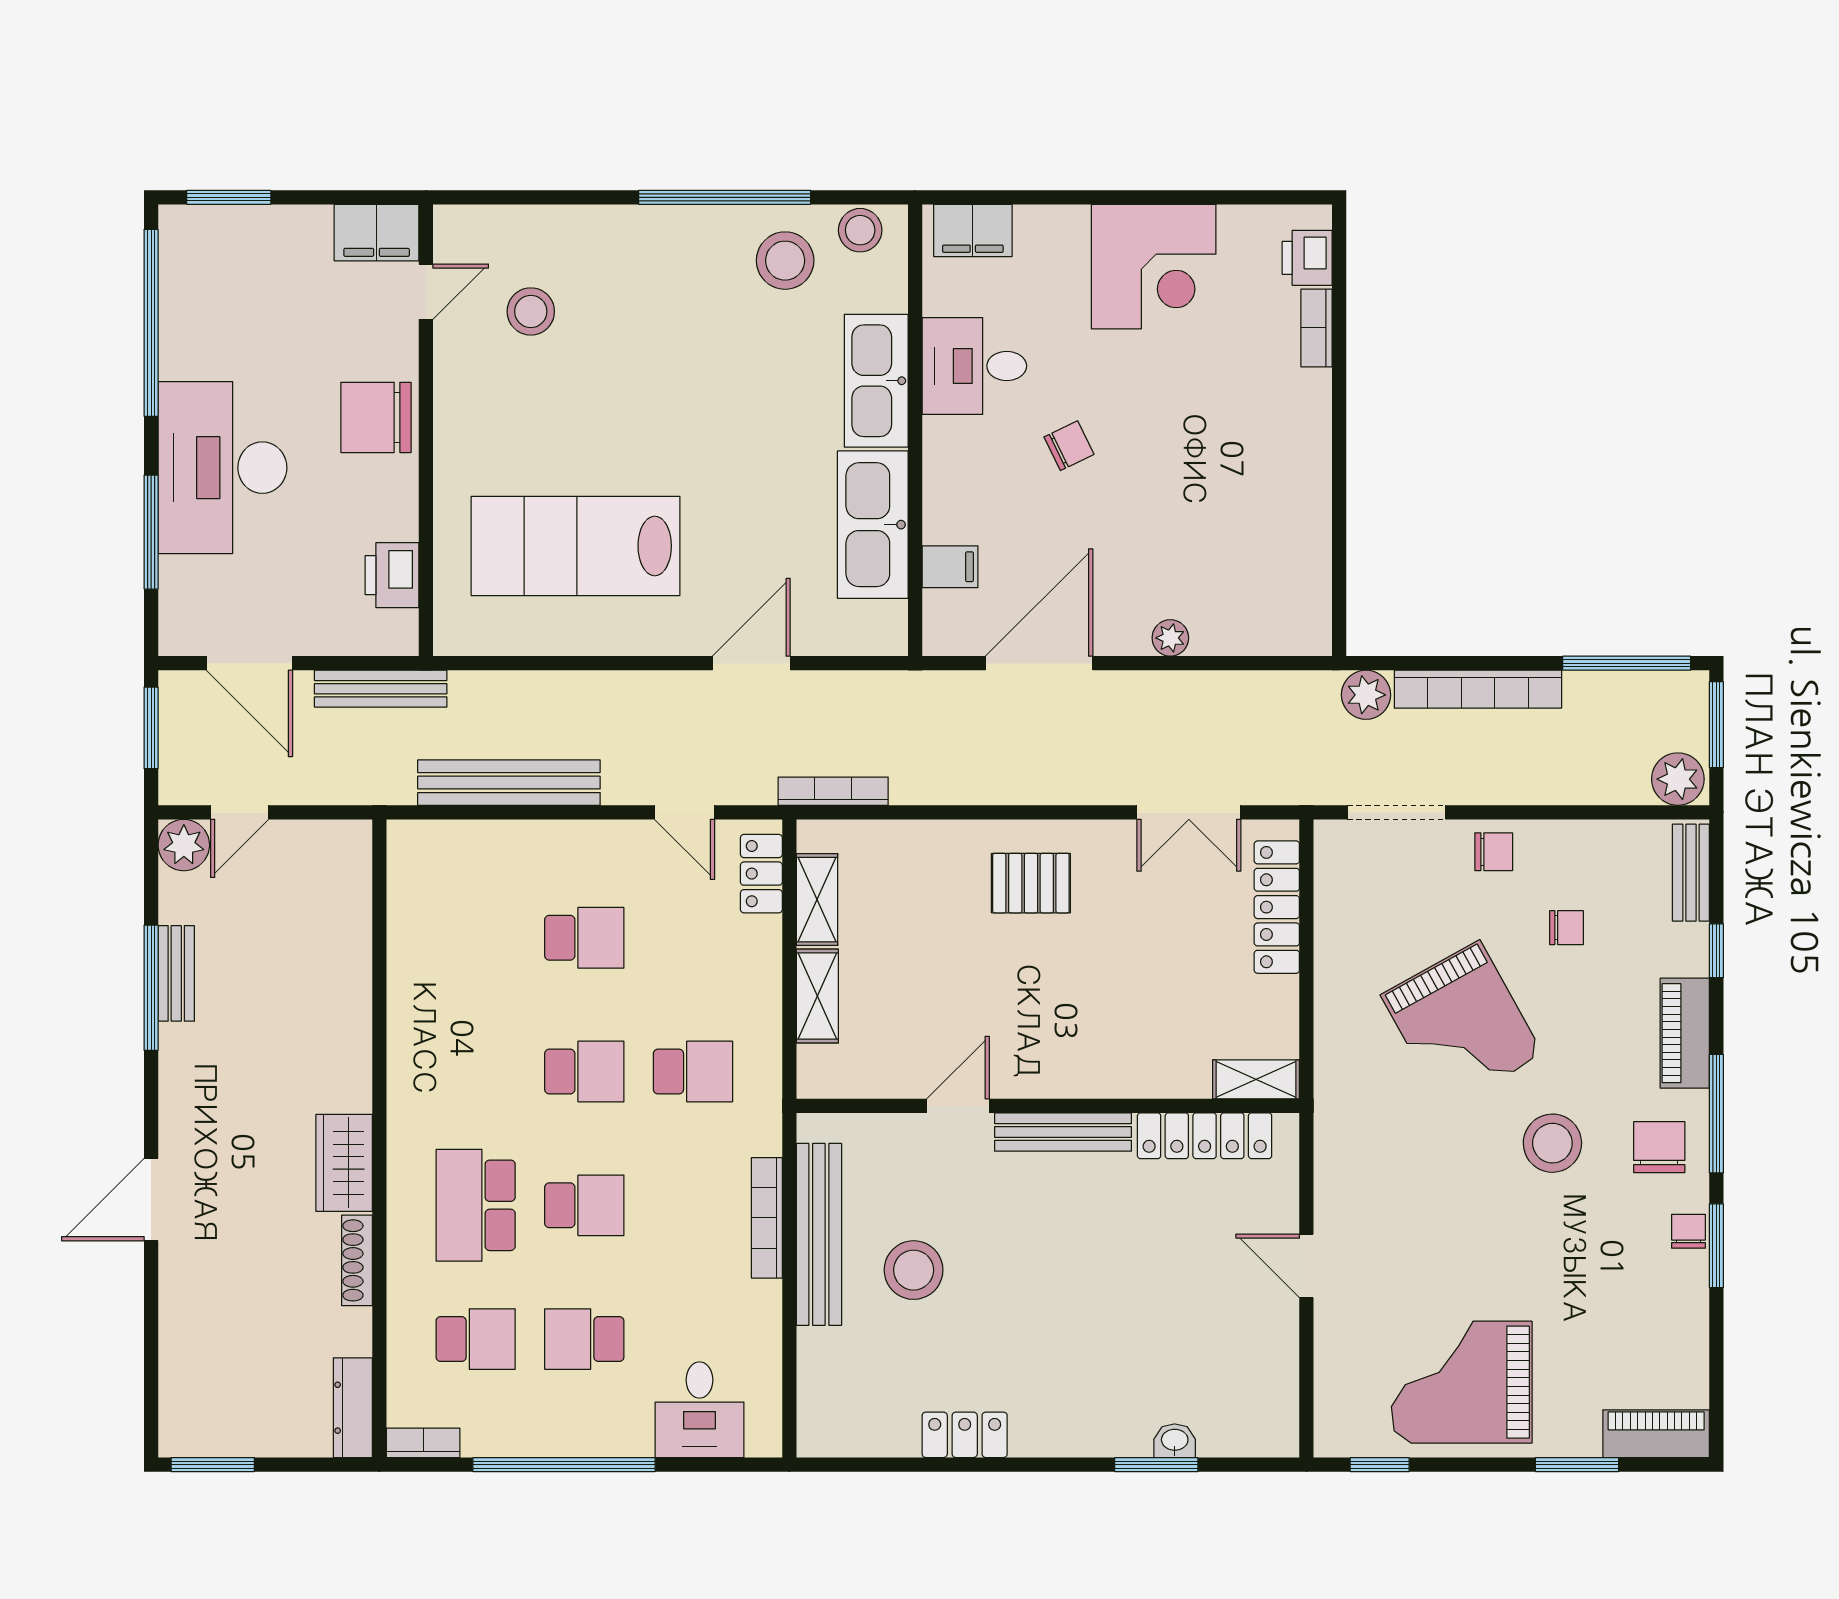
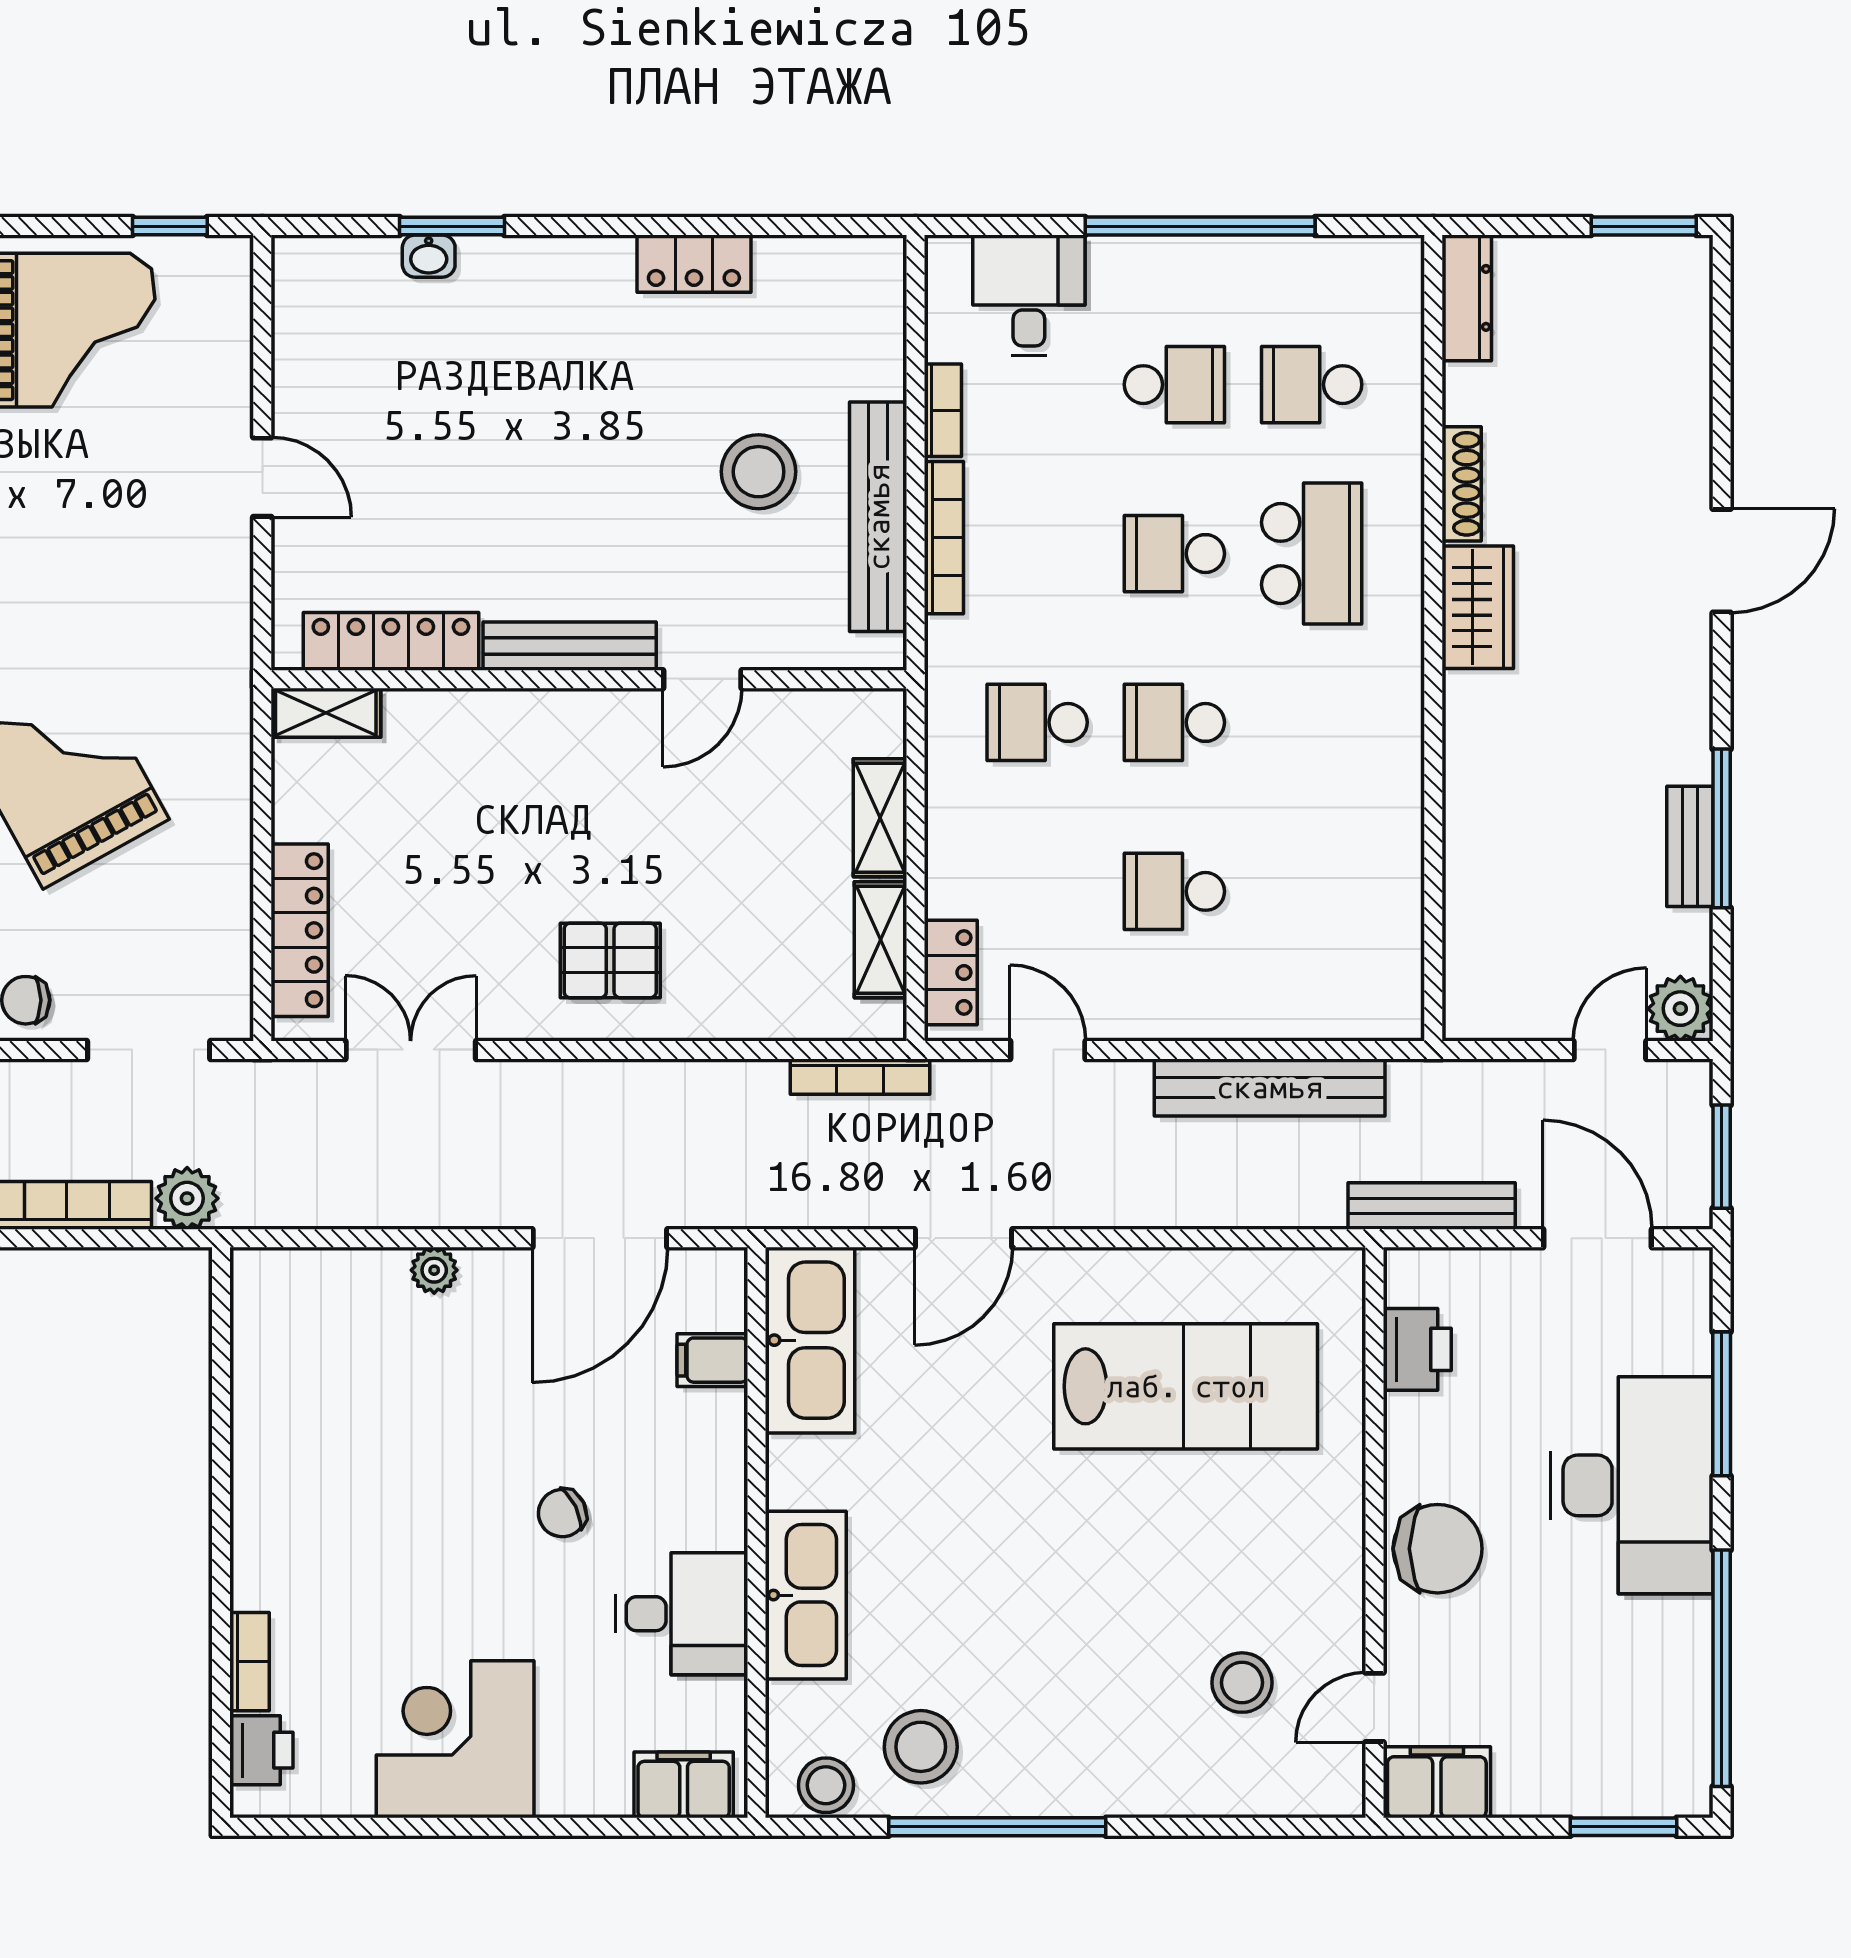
kitchen sink: (873, 525) -> (810, 1340), moved
bookcase: (423, 1443) -> (943, 410), moved, turned -90

